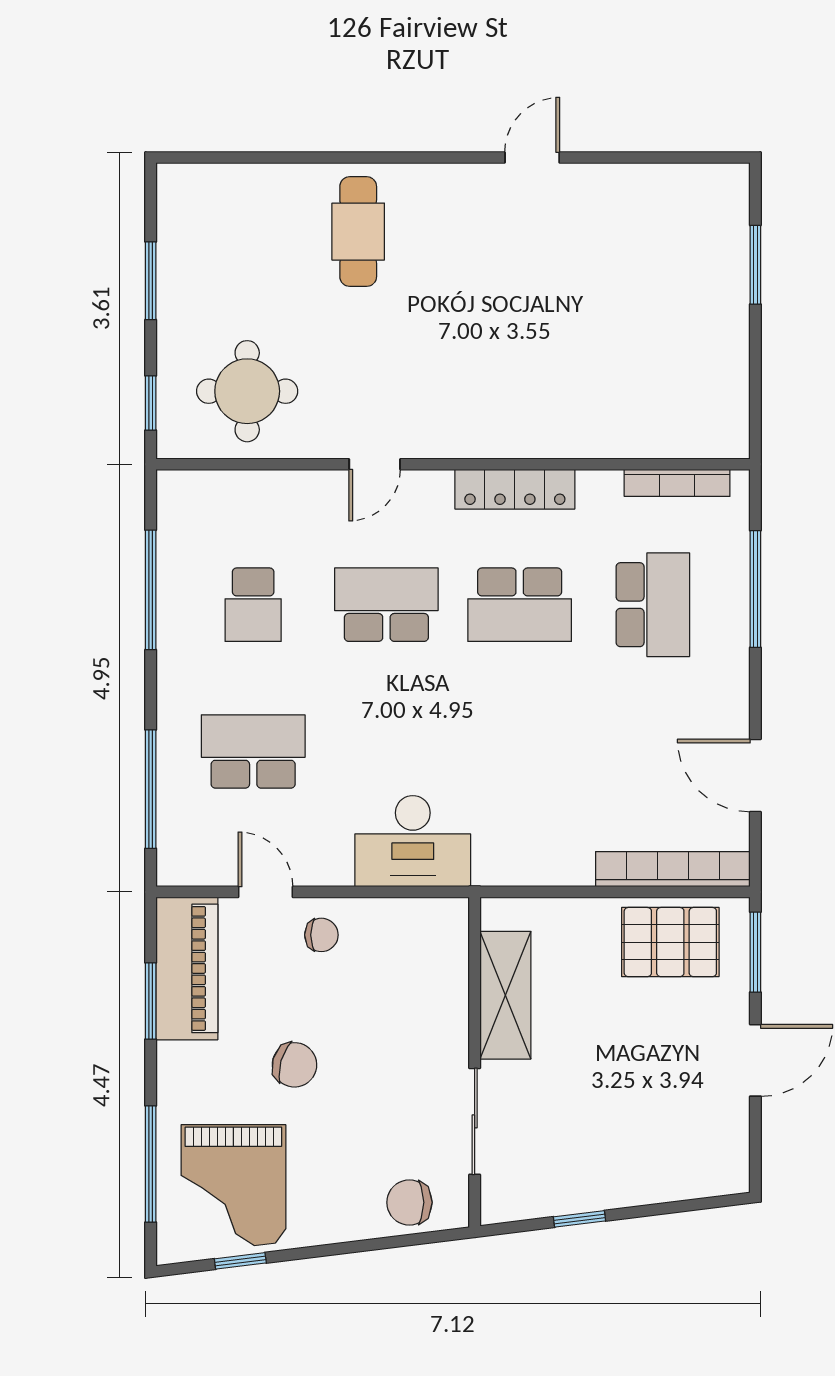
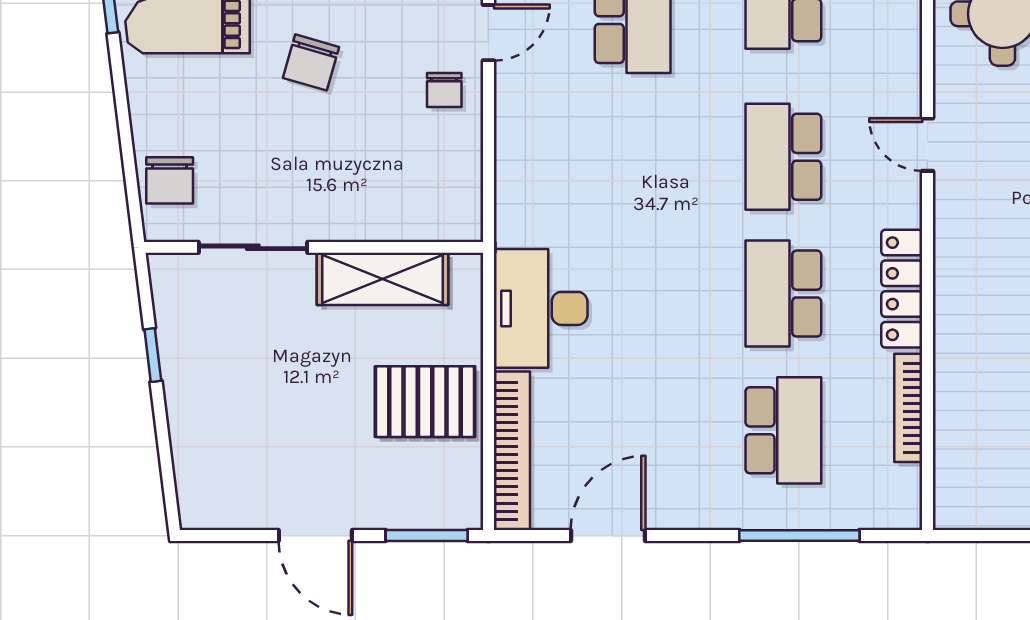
bookcase: (677, 483) -> (908, 408), moved
school desk: (386, 605) -> (783, 157), turned 180
school desk: (653, 605) -> (783, 430), turned -90
desk: (413, 841) -> (541, 308), moved
pallet: (670, 942) -> (425, 402), moved, turned 90
chair: (409, 1202) -> (170, 180), turned 180

